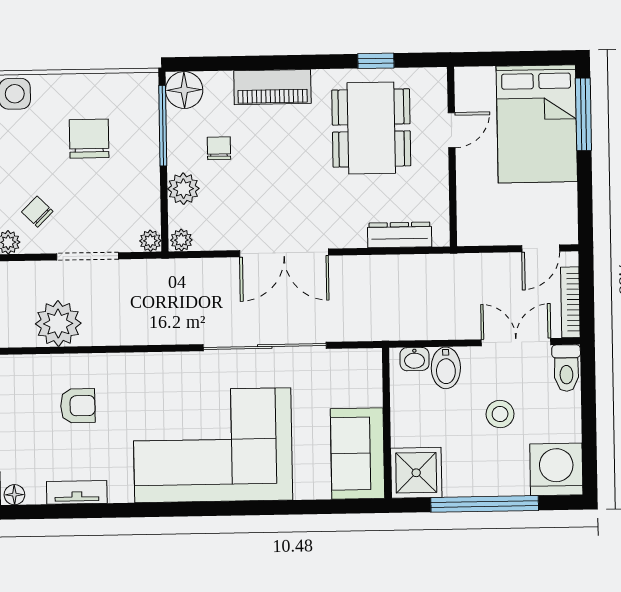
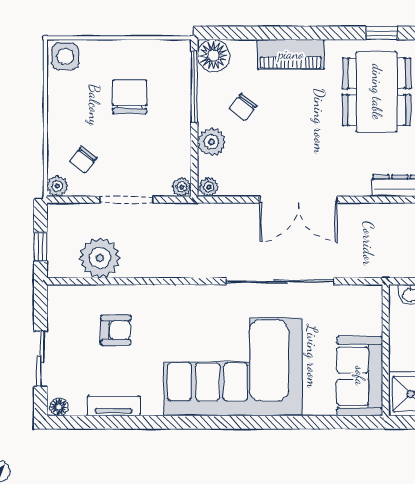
chair: (219, 148) -> (243, 107), turned -142
chair: (37, 212) -> (83, 160), turned -98

